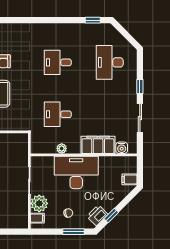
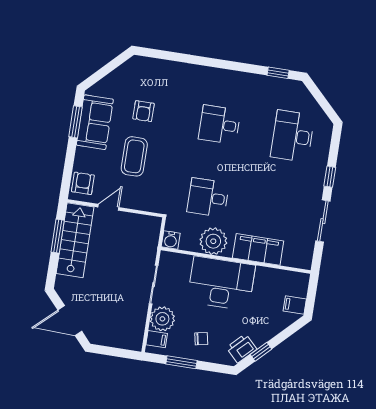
plant: (62, 148) -> (213, 241), width x1.88, depth x1.88
water cooler: (122, 148) -> (171, 240), moved
window: (74, 232) -> (181, 362), moved

